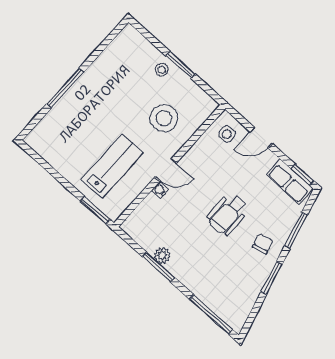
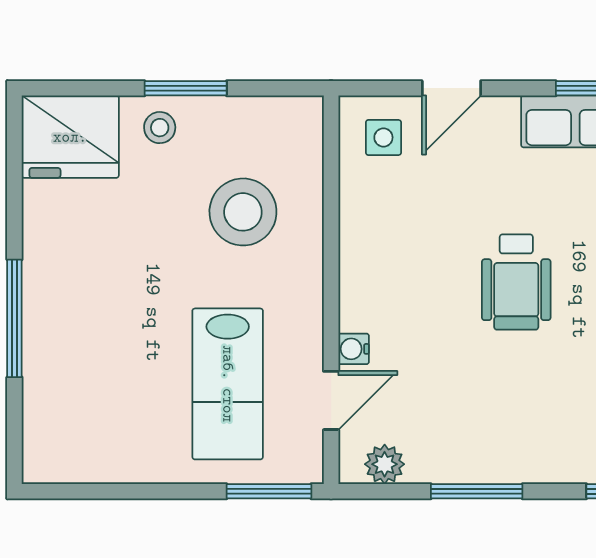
fridge: (132, 48) -> (70, 137), added
lab bench: (112, 166) -> (228, 384), turned 180
door: (166, 170) -> (331, 400), moved
plant: (162, 256) -> (385, 464), moved

